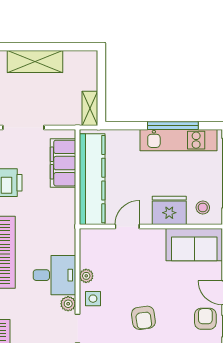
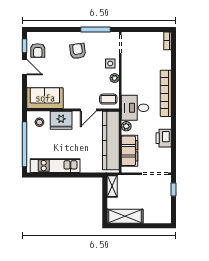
shelving: (35, 62) -> (125, 216), moved
window: (173, 126) -> (59, 175), removed
coffee table: (96, 243) -> (108, 99), added
desk: (54, 275) -> (135, 108), moved
plant: (68, 304) -> (126, 126), moved

